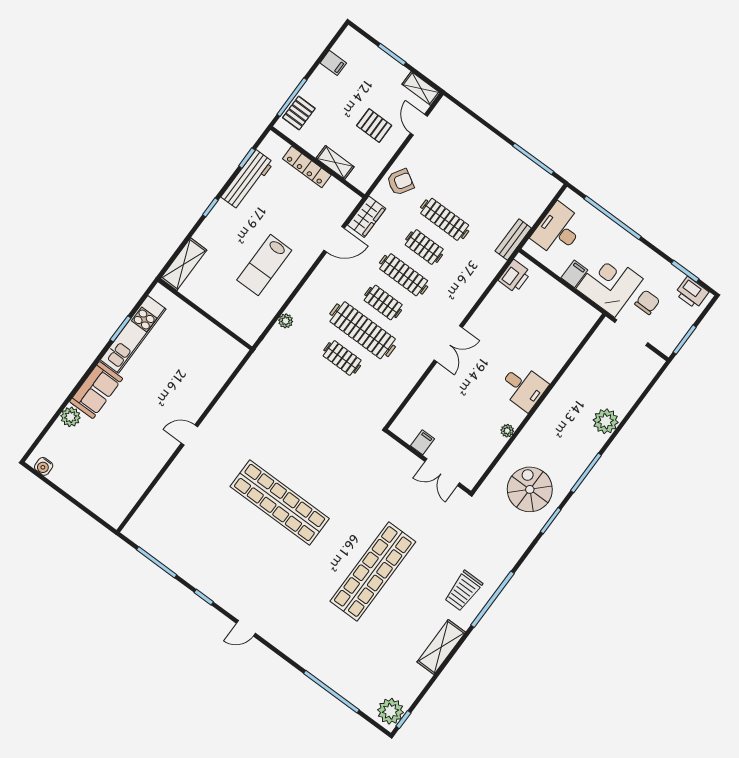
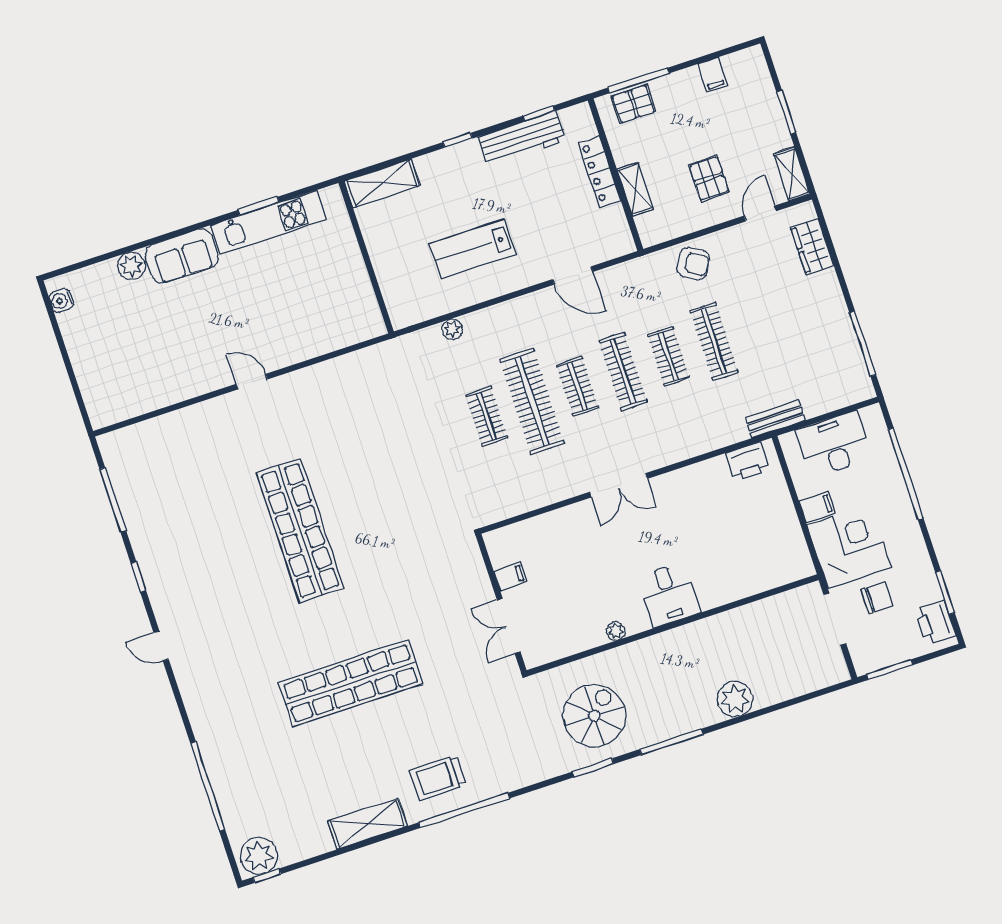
wardrobe: (367, 217) -> (812, 247), moved, turned 90

